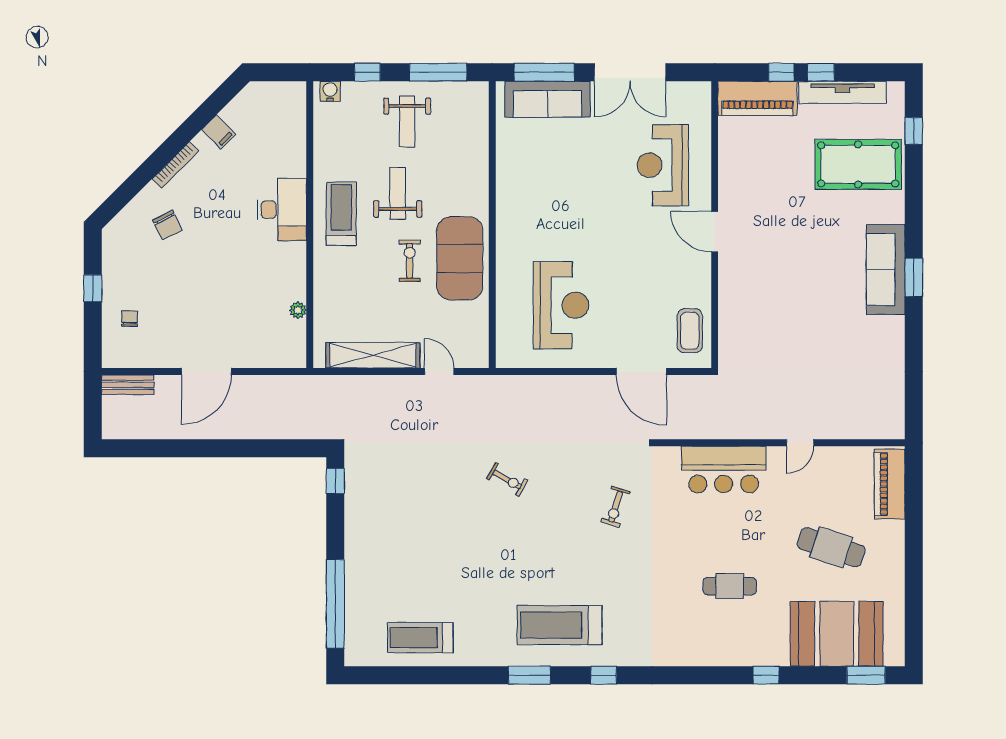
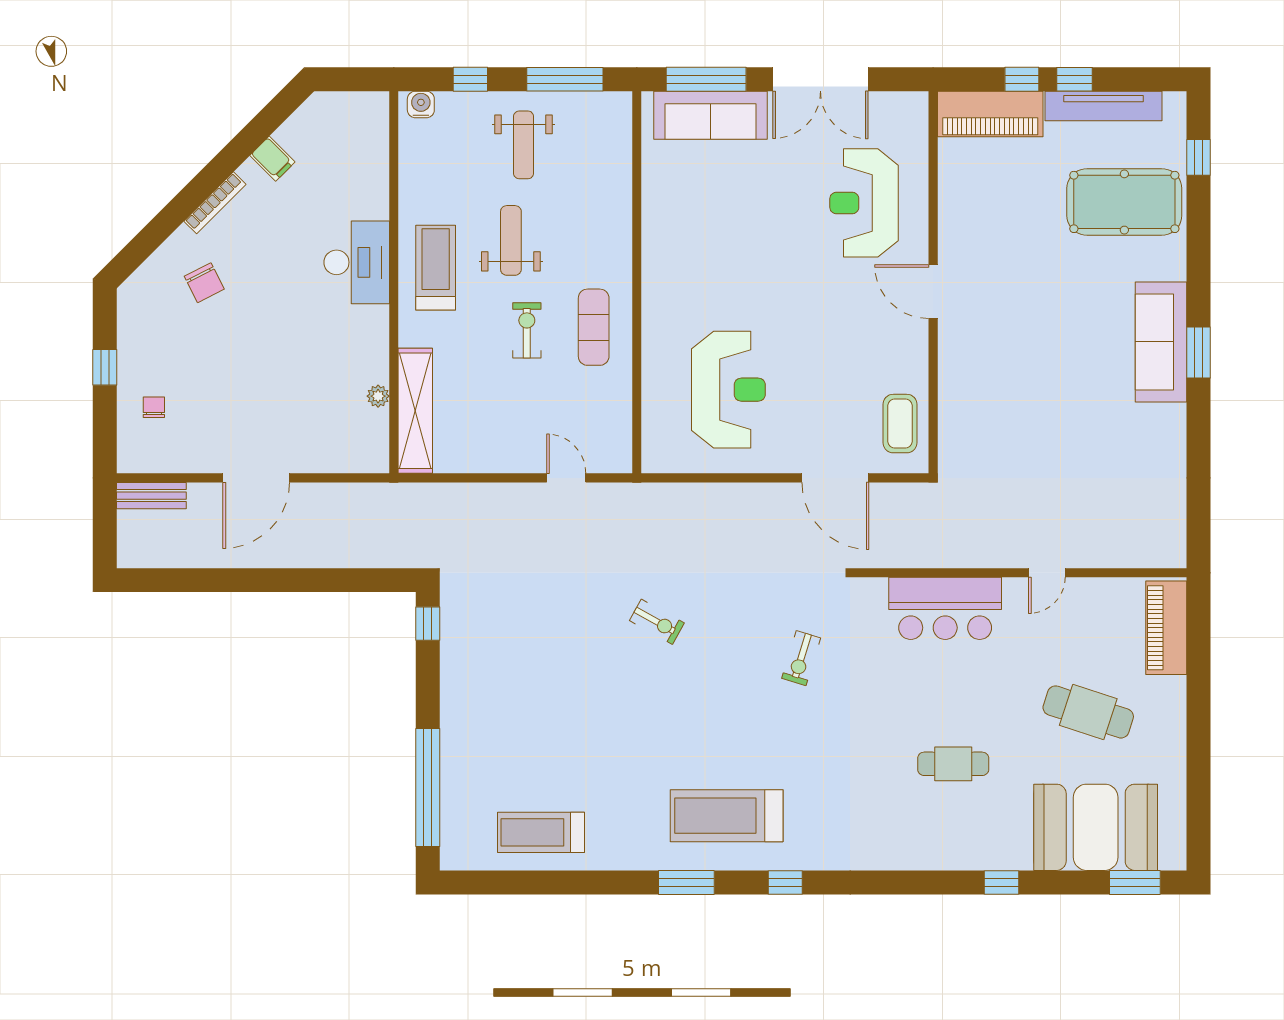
exercise mat: (460, 258) -> (594, 327), width x0.50, depth x0.69
shelving: (373, 355) -> (415, 411), moved, turned 90

